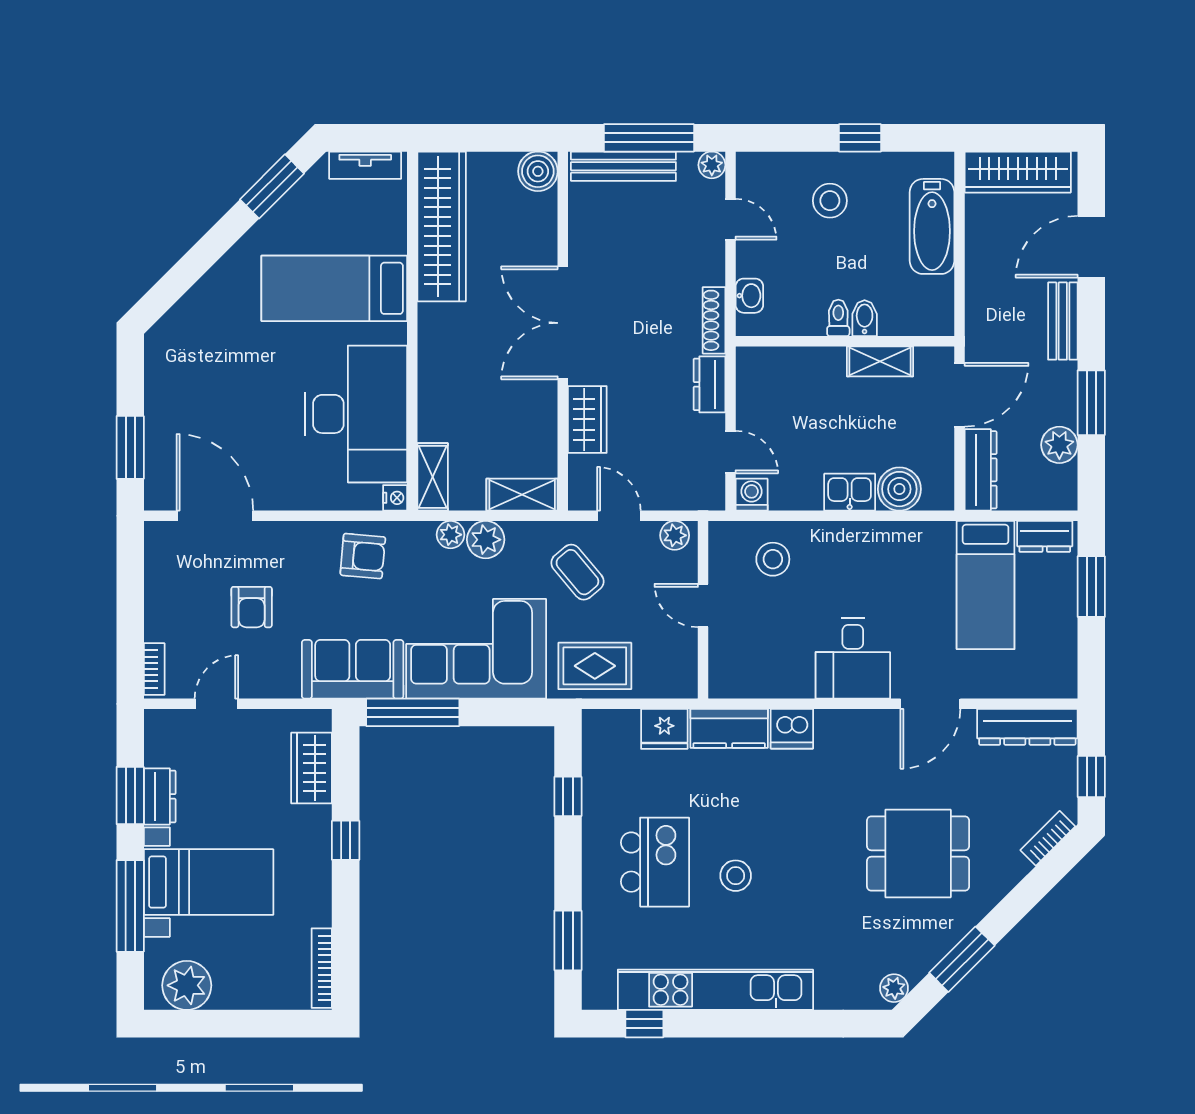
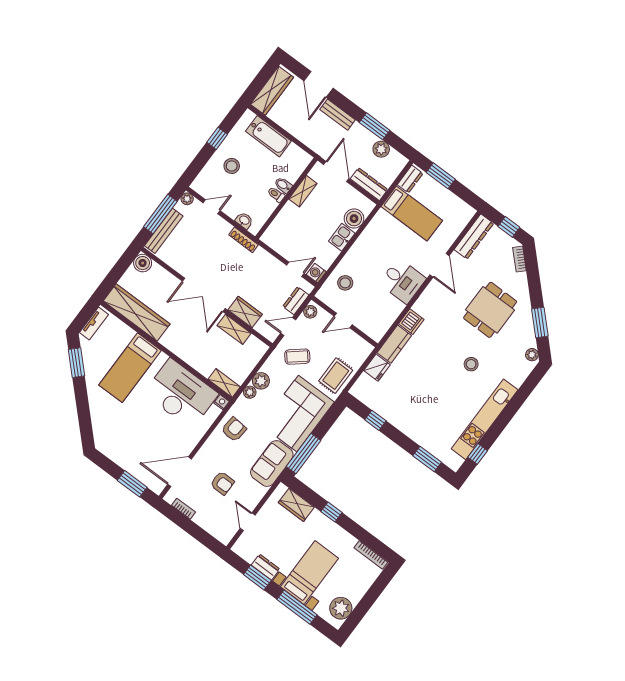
dresser: (709, 384) -> (296, 301), moved, turned 90
shelving: (522, 495) -> (234, 329), moved, turned 90
bookcase: (154, 669) -> (183, 509), moved
kitchen island: (655, 862) -> (422, 407), removed
stool: (736, 876) -> (471, 364), moved

